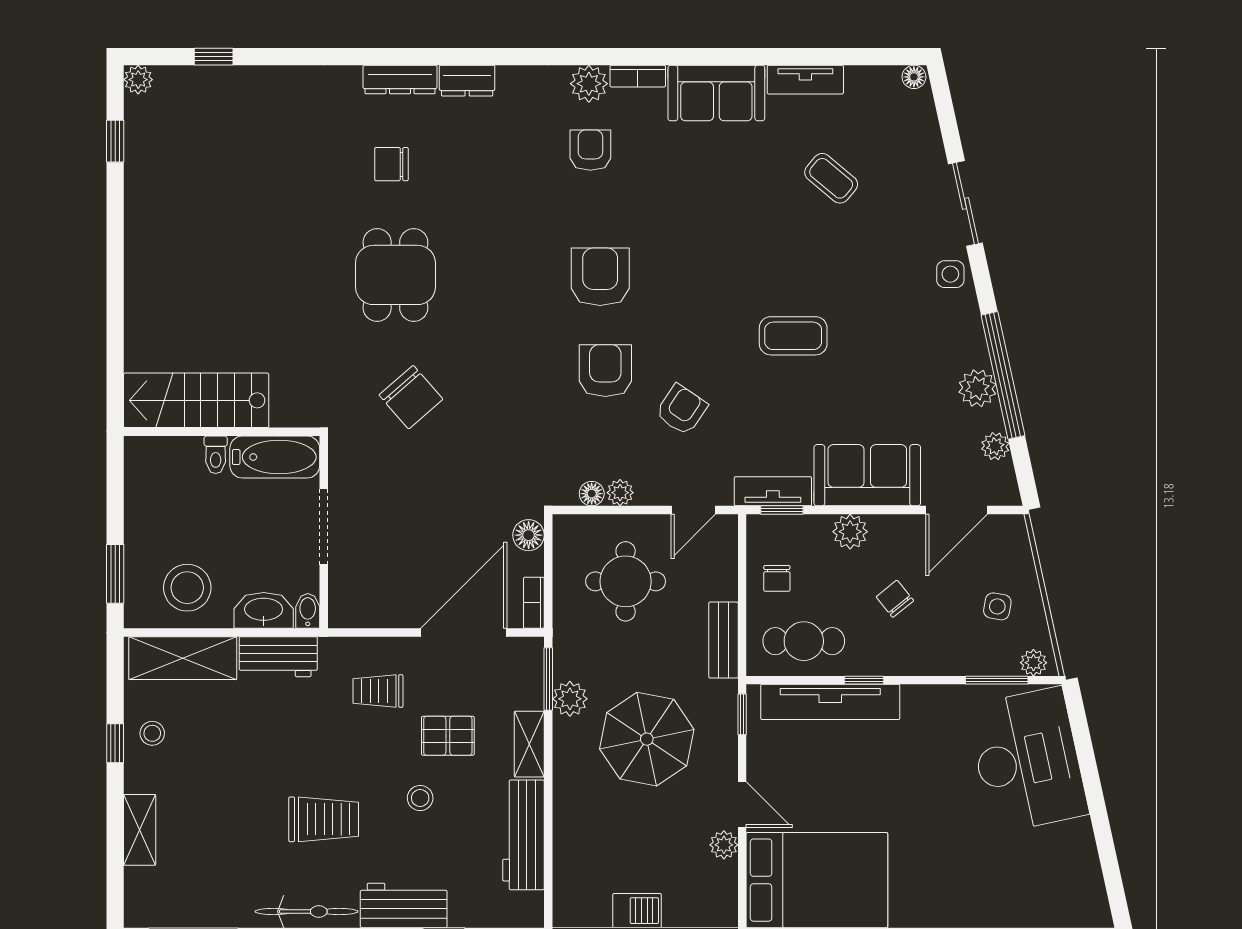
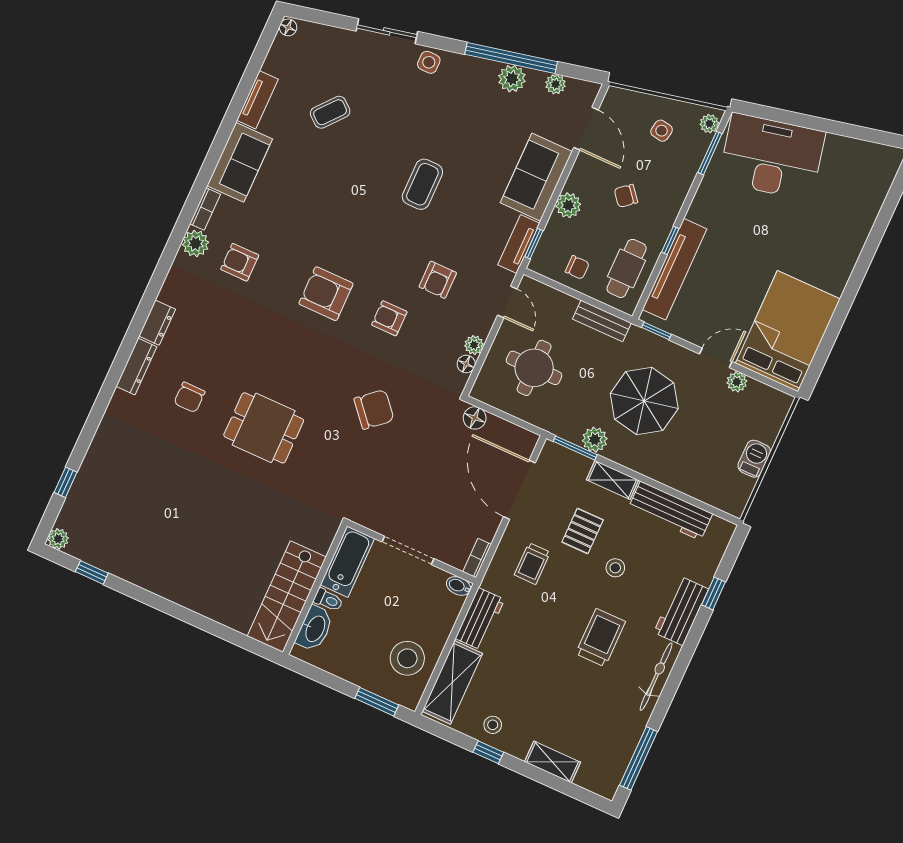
armchair: (605, 371) -> (389, 318), width x0.72, depth x0.72
chair: (411, 397) -> (374, 409), moved
armchair: (682, 410) -> (438, 280), turned -124
bookcase: (534, 603) -> (477, 558), moved, turned 90
washbasin: (264, 610) -> (315, 629), moved, turned 180

